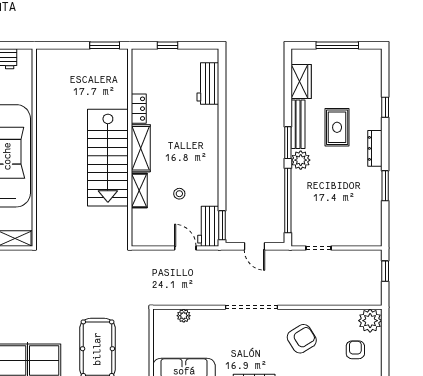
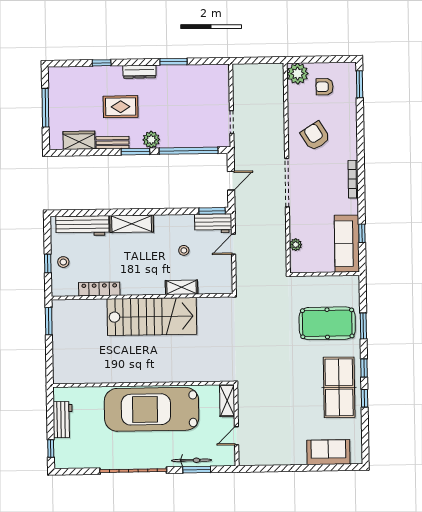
stool: (169, 62) -> (63, 262), added
workbench: (208, 84) -> (82, 226), width x1.38
locker: (139, 109) -> (99, 289), width x1.53
bench: (298, 124) -> (112, 143), width x0.73
shelving: (141, 148) -> (132, 224), moved
window: (385, 271) -> (252, 60), removed

